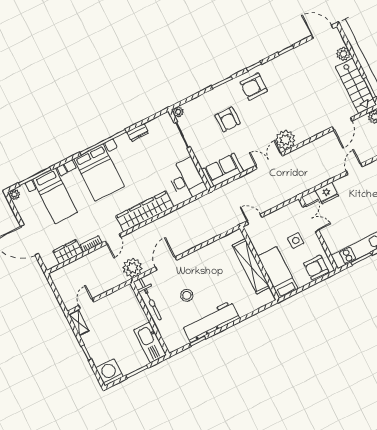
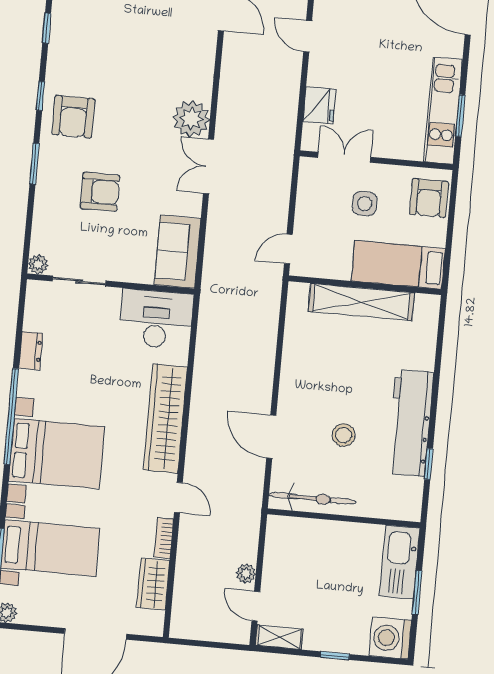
plant: (132, 268) -> (246, 574), moved, width x0.53, depth x0.53
kitchen sink: (150, 342) -> (400, 562), moved, turned 90

